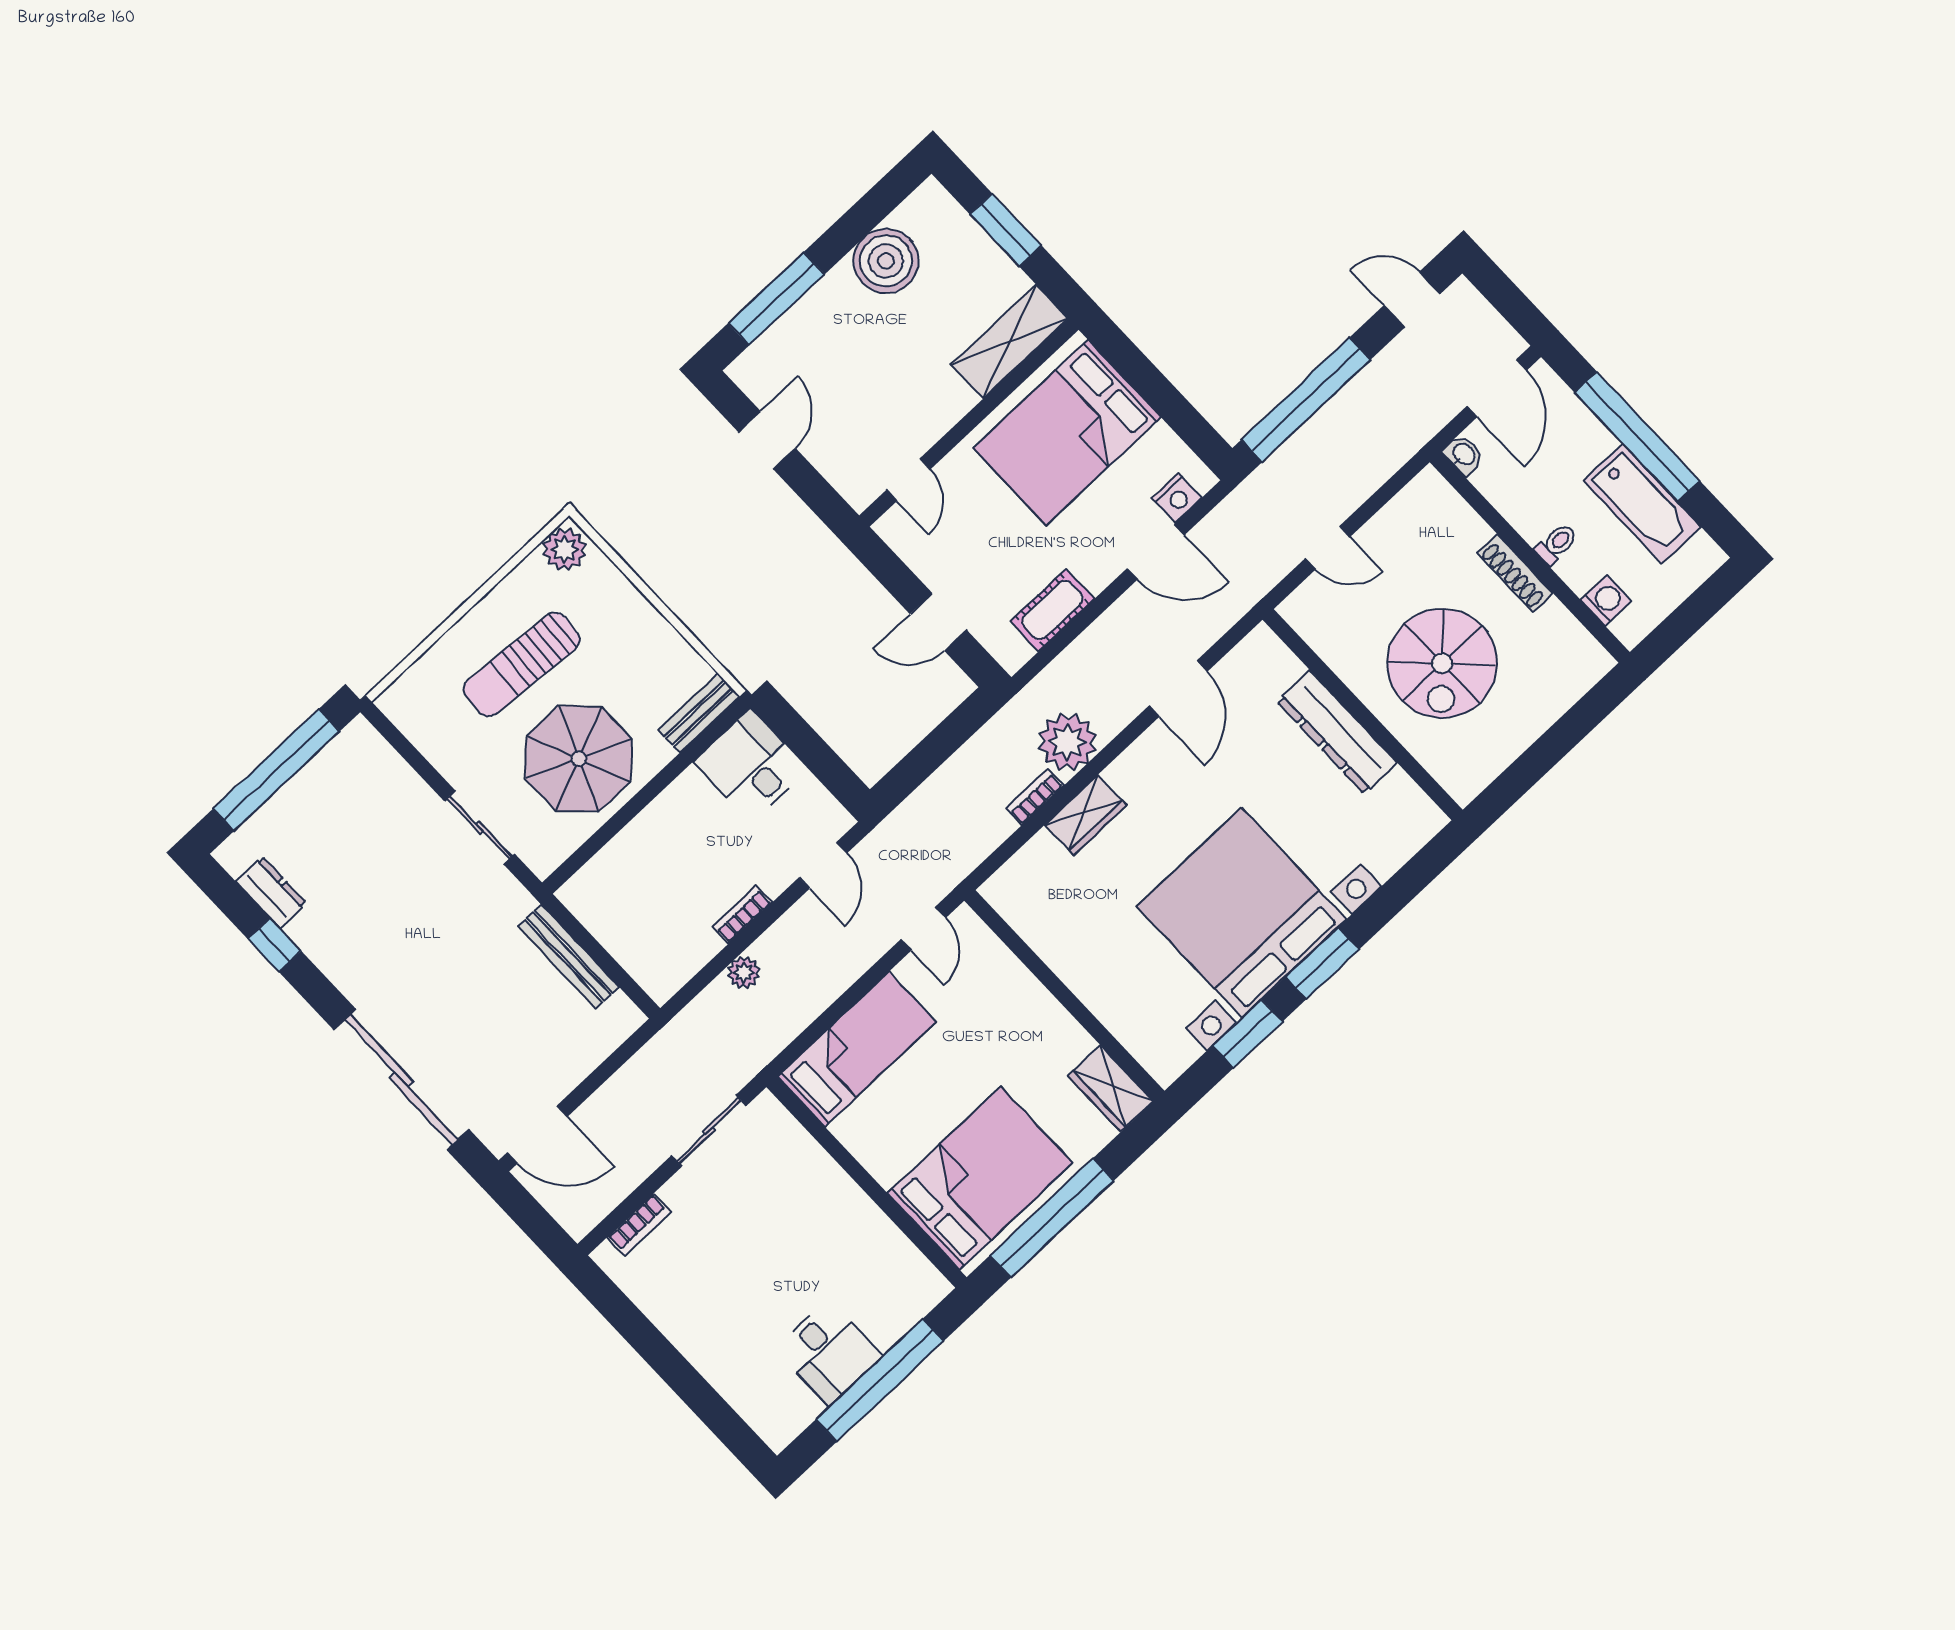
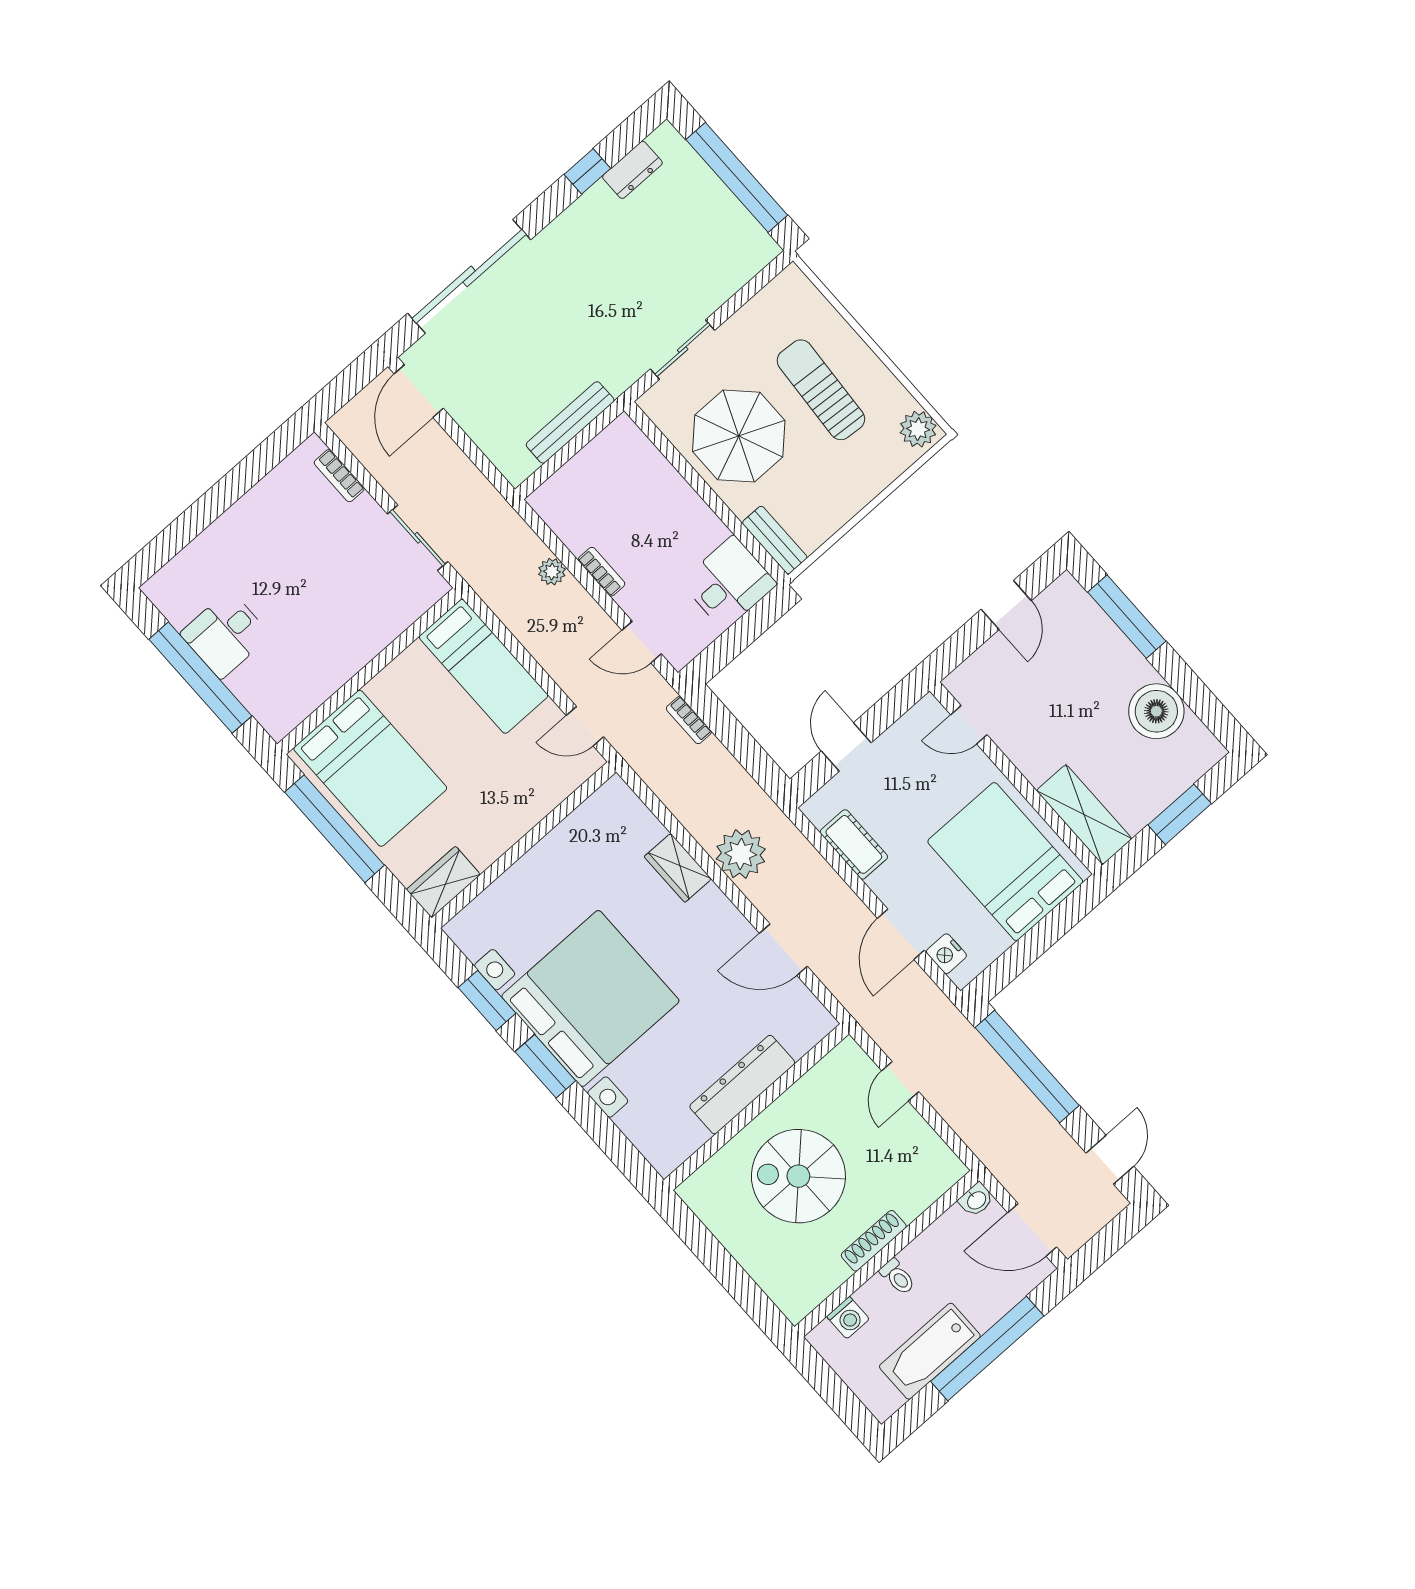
door: (767, 440) -> (1006, 605), hinge flipped
bookcase: (1035, 797) -> (689, 720), moved, turned 180

